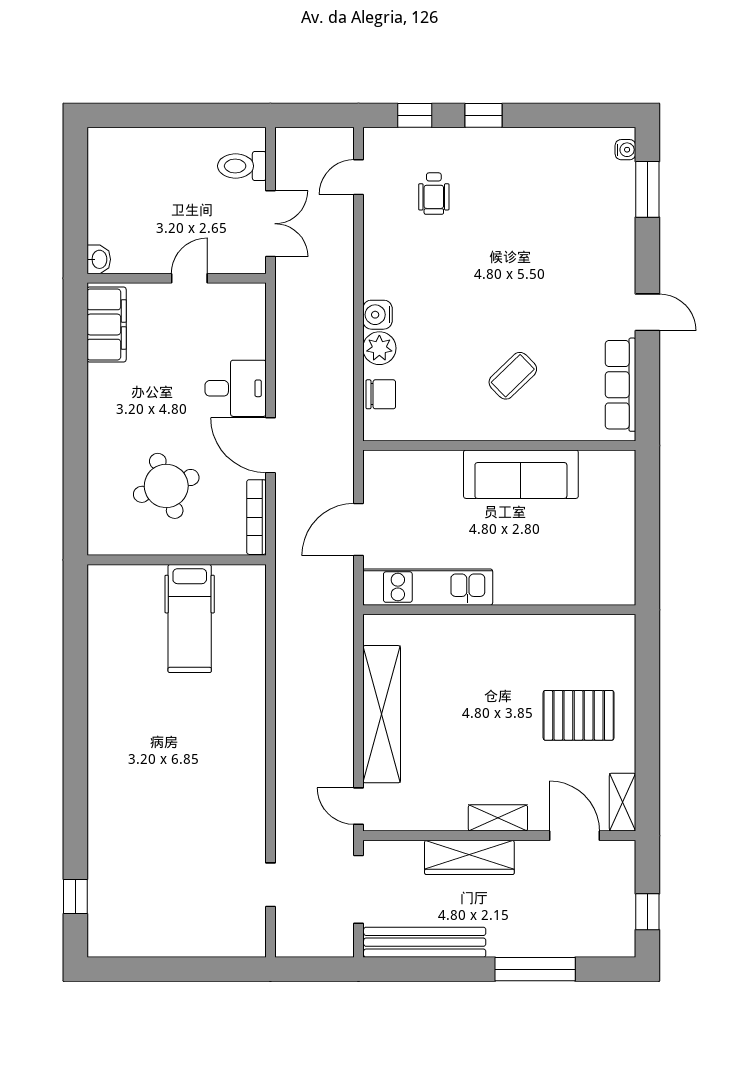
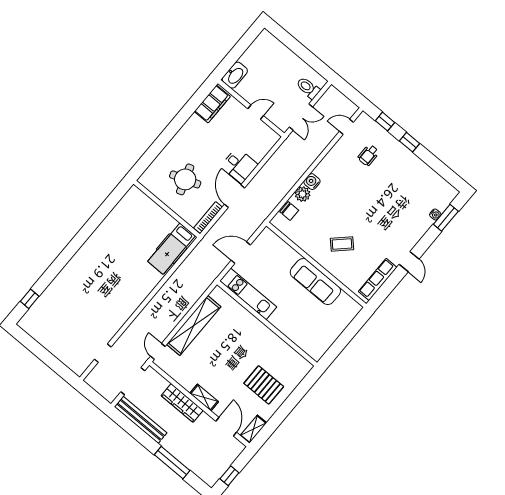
water cooler: (625, 150) -> (435, 215), moved
washbasin: (99, 259) -> (235, 75), width x1.91, depth x1.45
hospital bed: (190, 618) -> (172, 249), moved

